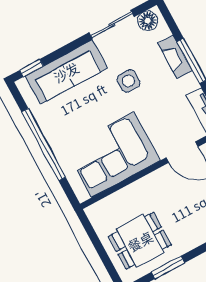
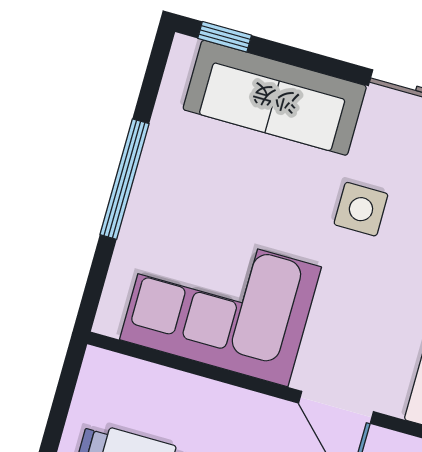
window: (44, 145) -> (124, 179), width x0.68

